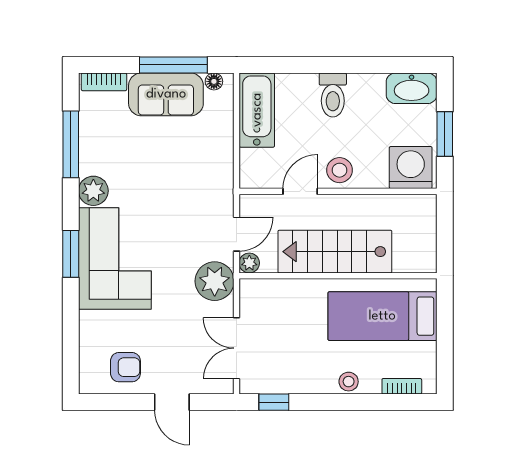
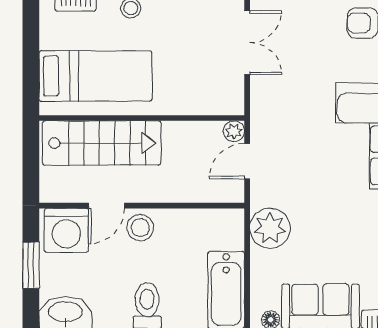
door: (300, 191) -> (106, 206), moved
stairs: (335, 252) -> (102, 143), moved
plant: (215, 281) -> (270, 228), moved

